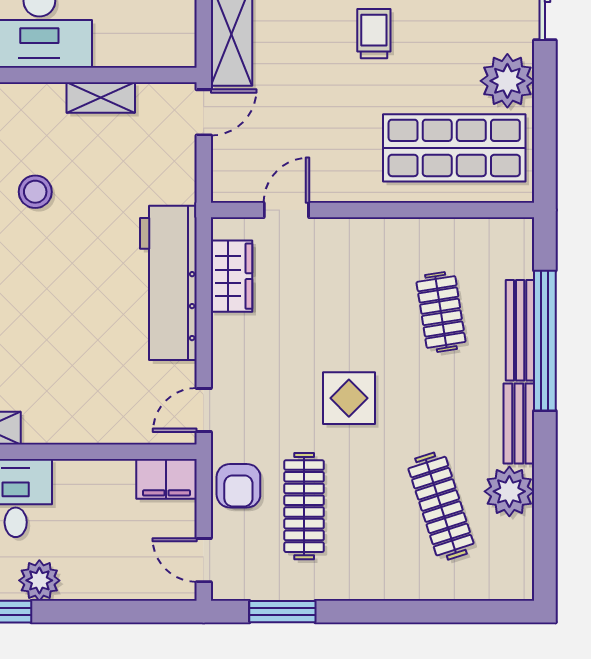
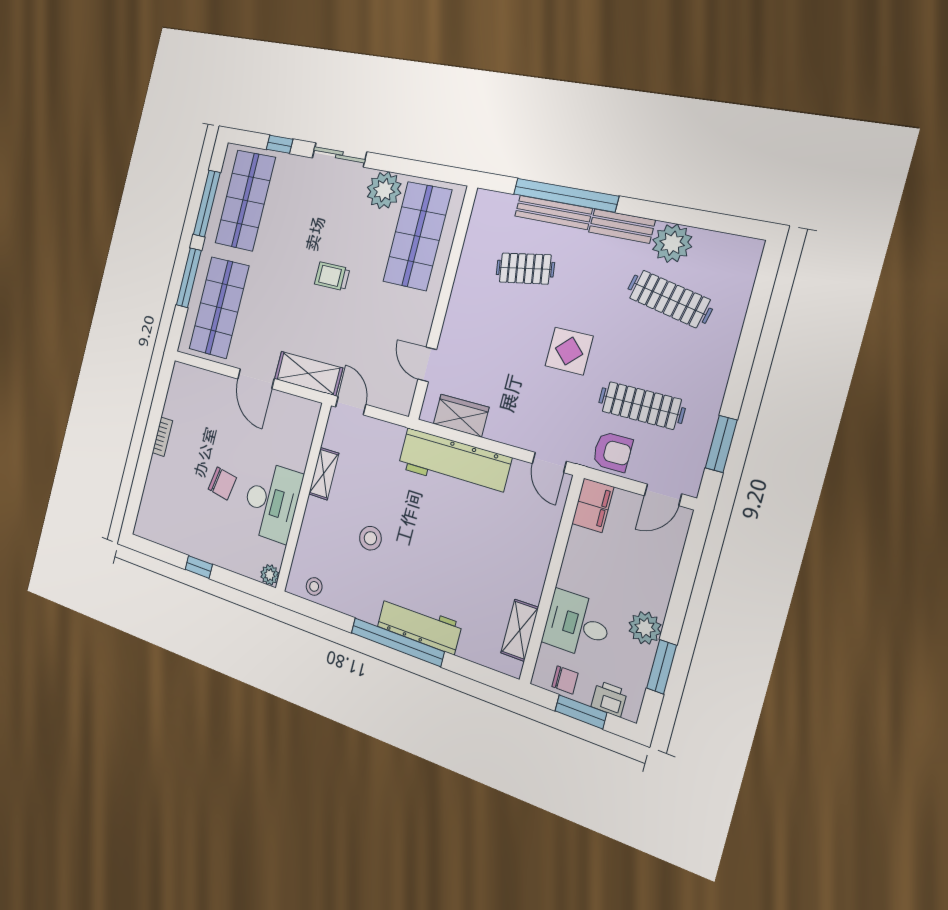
clothes rail: (441, 506) -> (670, 299), turned 30

